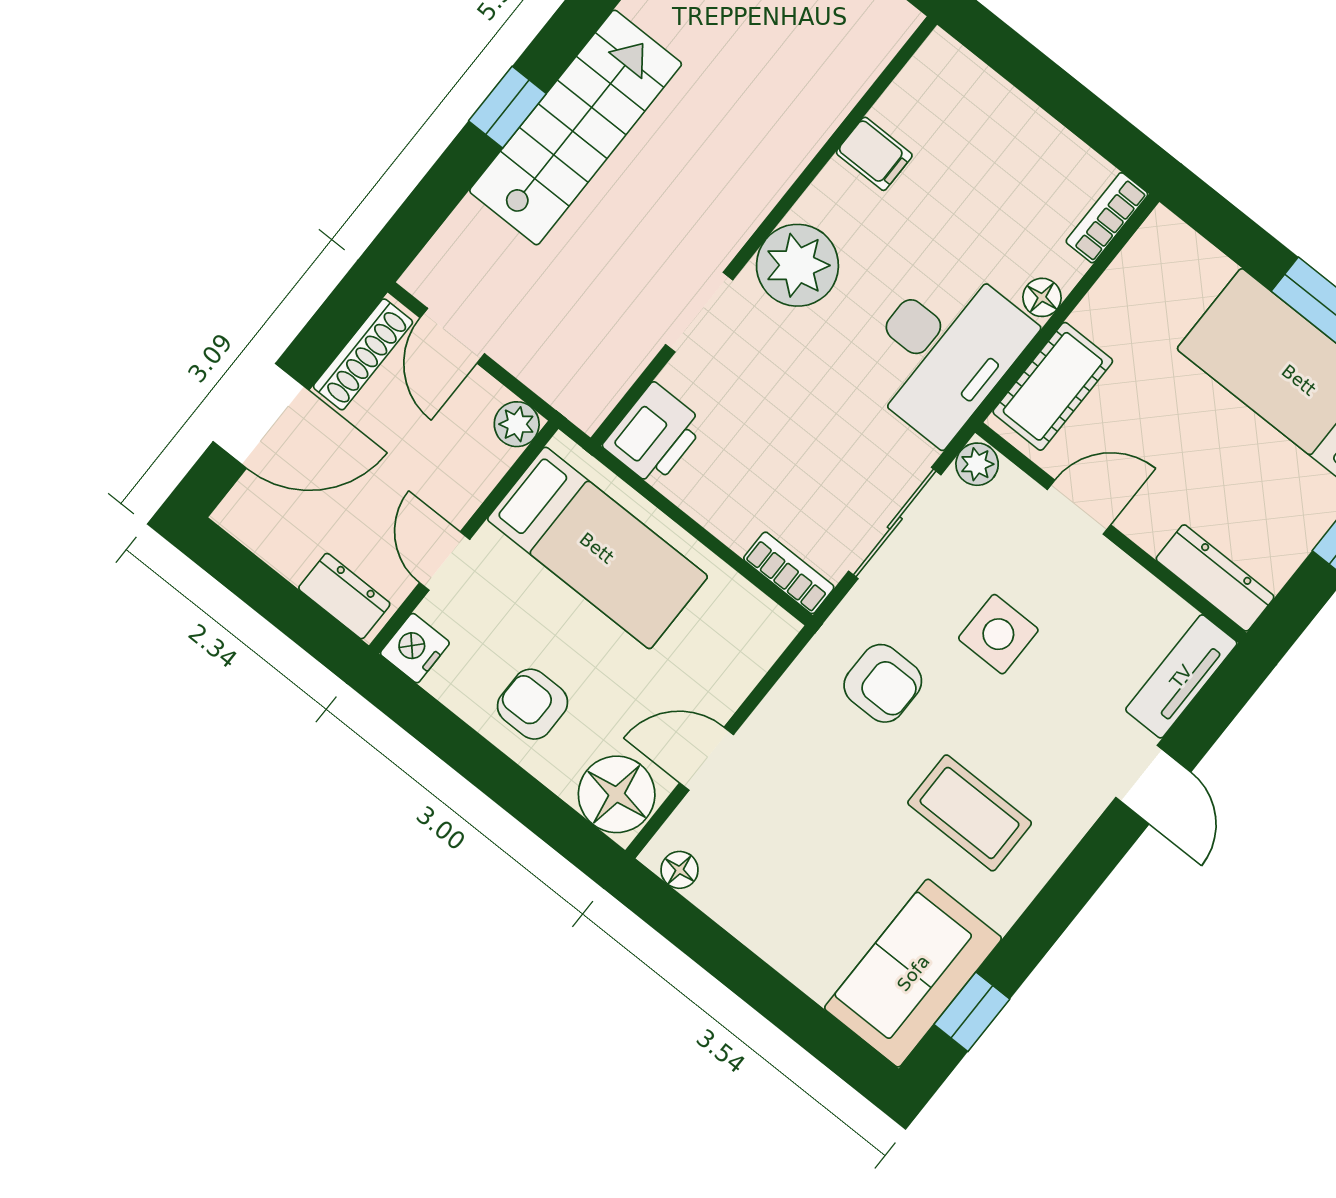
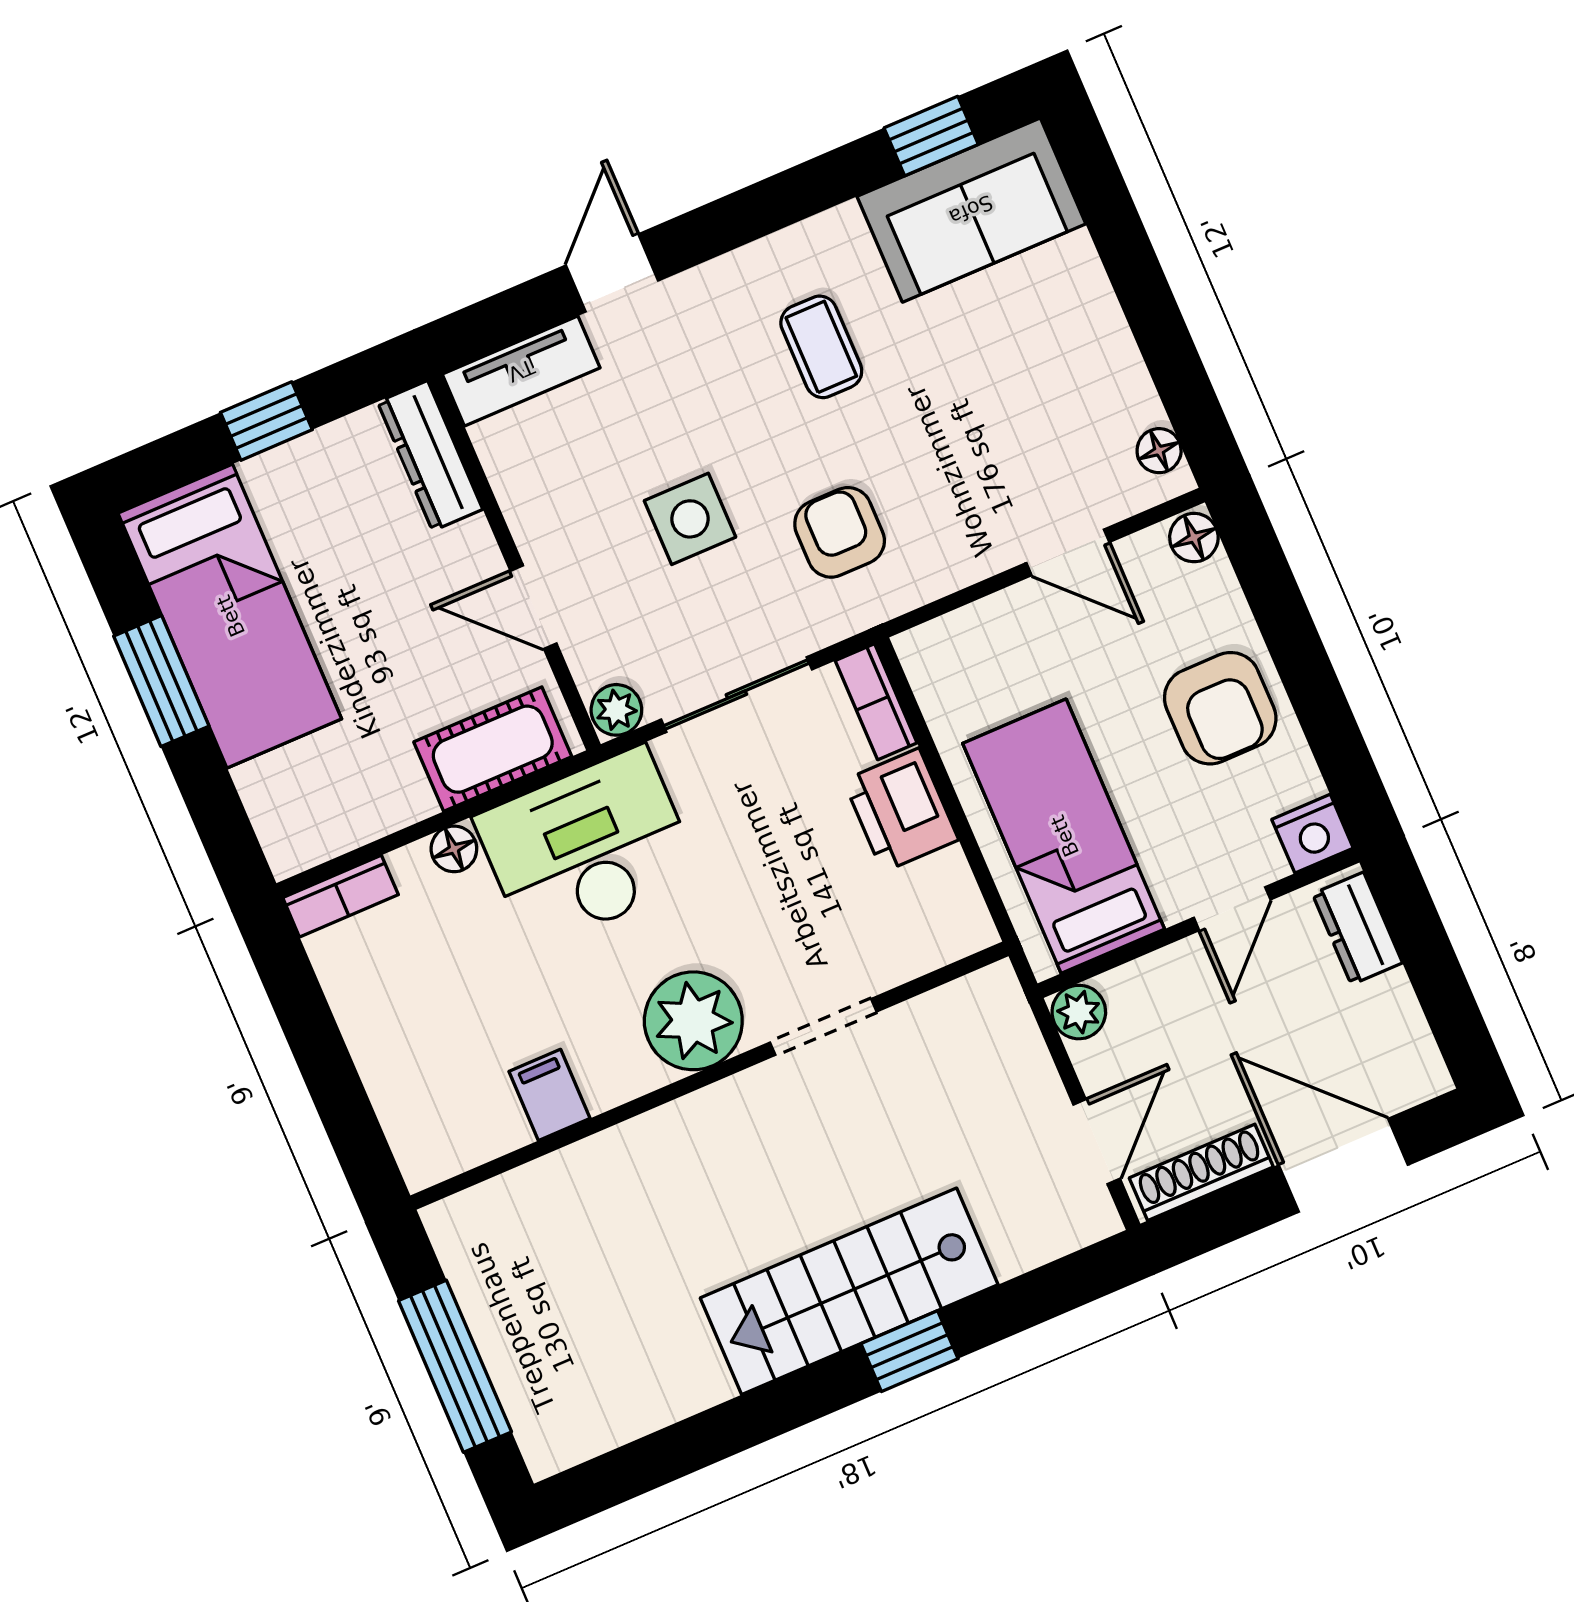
printer: (654, 435) -> (901, 810), moved, turned -90
armchair: (532, 704) -> (1220, 708), width x1.38, depth x1.38
floor lamp: (617, 794) -> (1194, 538), width x0.53, depth x0.53
coffee table: (970, 813) -> (821, 347), width x0.73, depth x0.77

